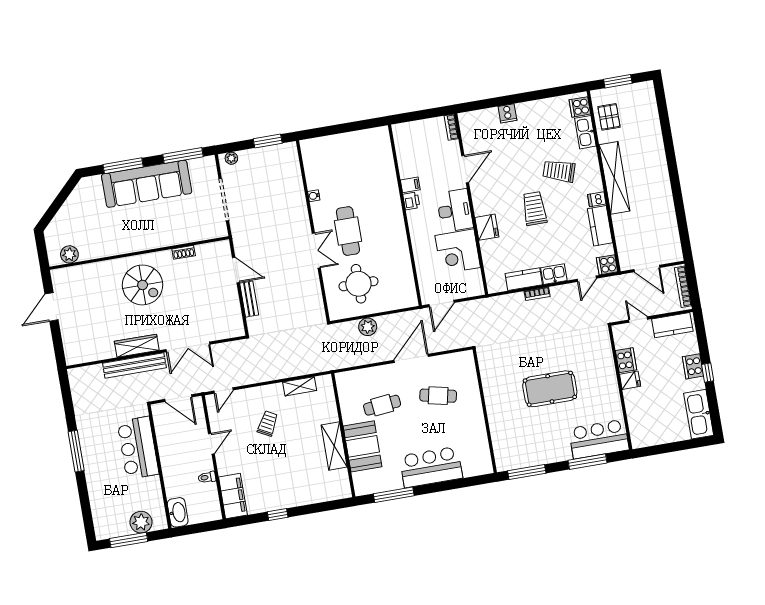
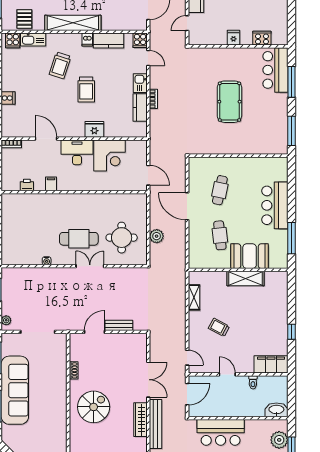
pallet: (609, 117) -> (24, 19), turned 90
printer: (411, 201) -> (27, 185), moved
trolley: (534, 209) -> (86, 90), turned -90
cooker: (626, 360) -> (262, 38), moved

